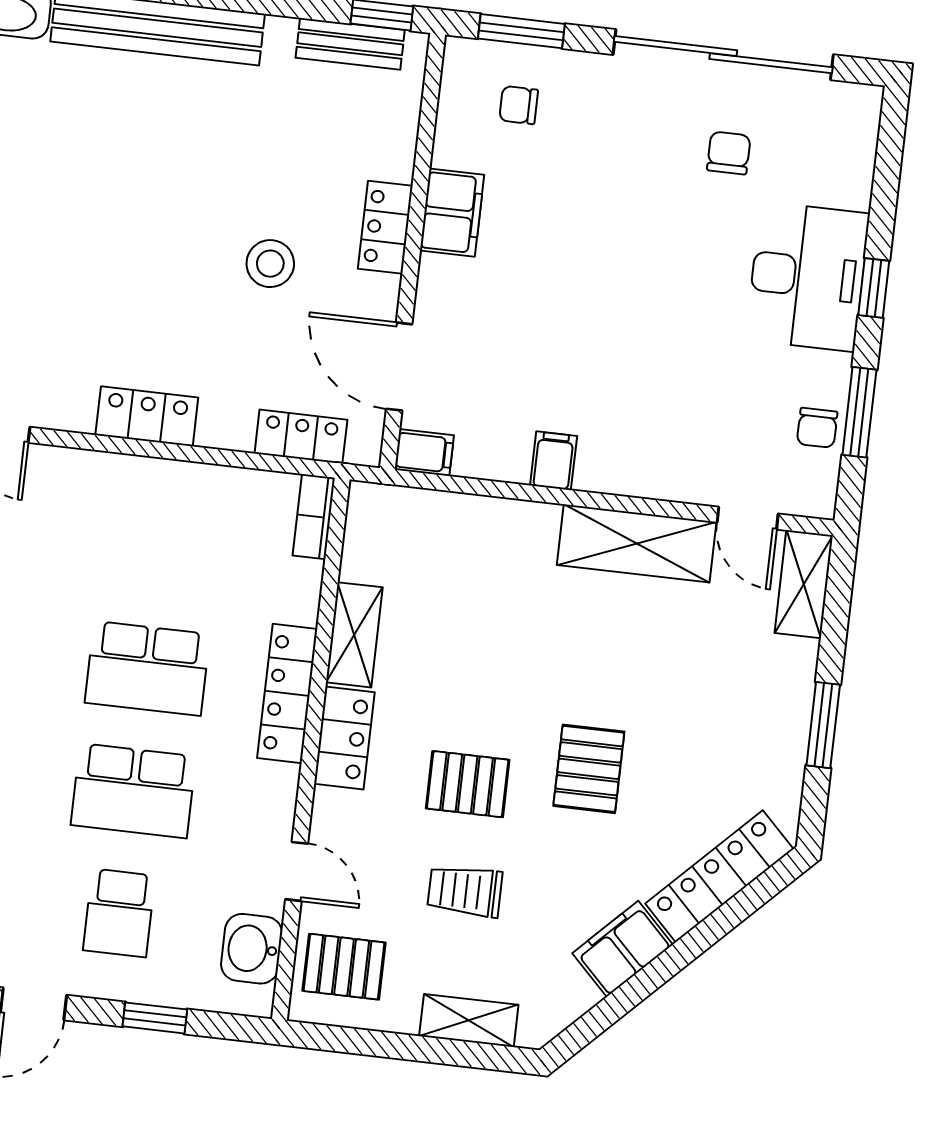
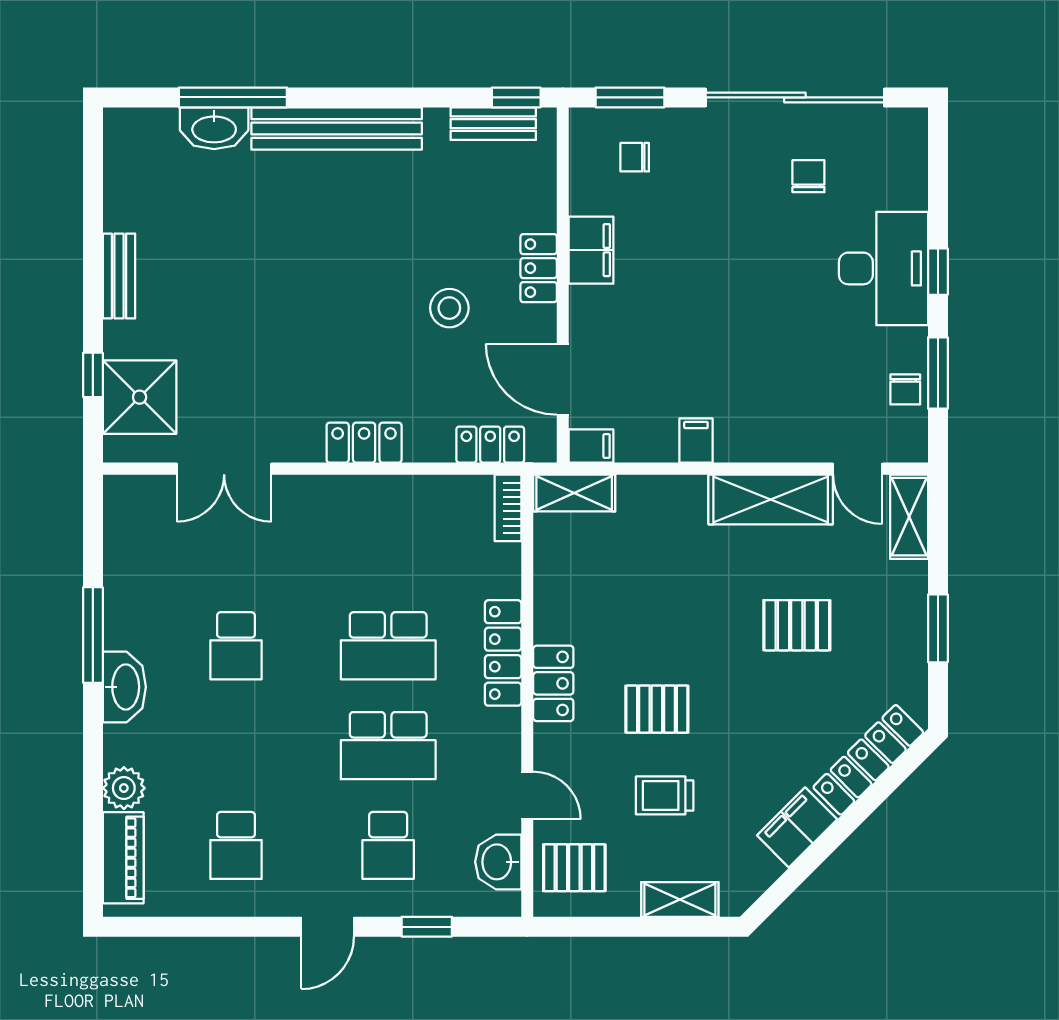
shelving: (354, 635) -> (574, 493), moved, turned 90
pallet: (589, 769) -> (797, 625), moved, turned 90

